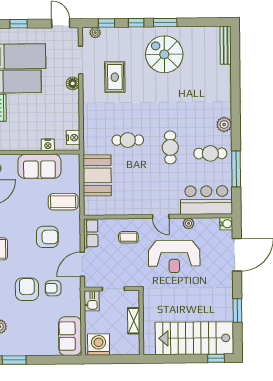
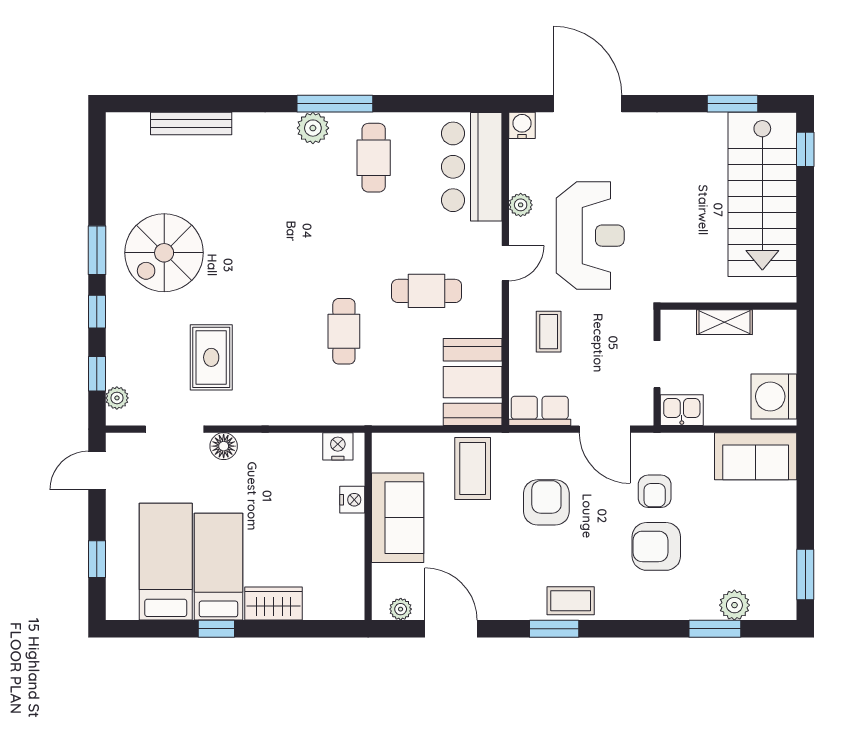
bench: (226, 45) -> (191, 124), moved
rug: (115, 77) -> (211, 357), turned 90
cafe table: (170, 147) -> (427, 291), moved
window: (236, 169) -> (335, 104), moved
booth: (97, 175) -> (473, 382), moved, turned 90
window: (237, 310) -> (732, 104), moved

